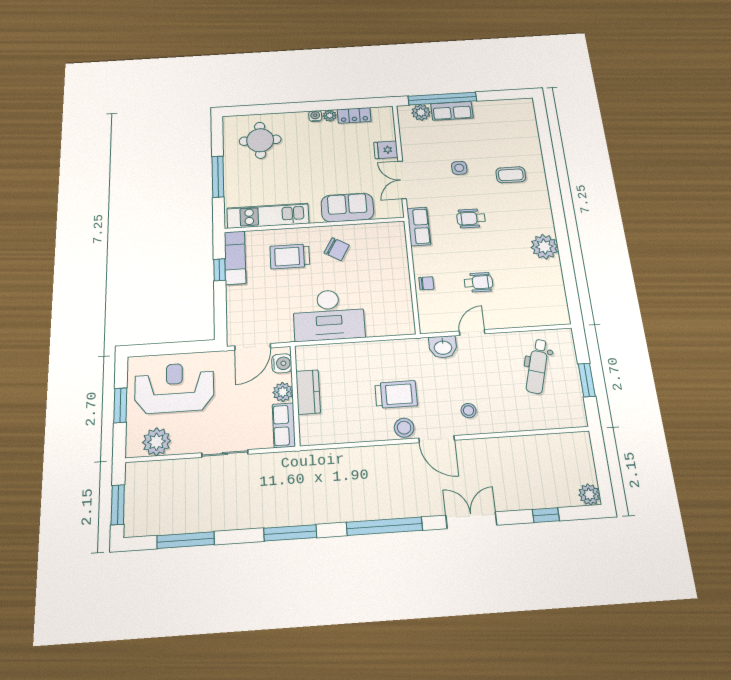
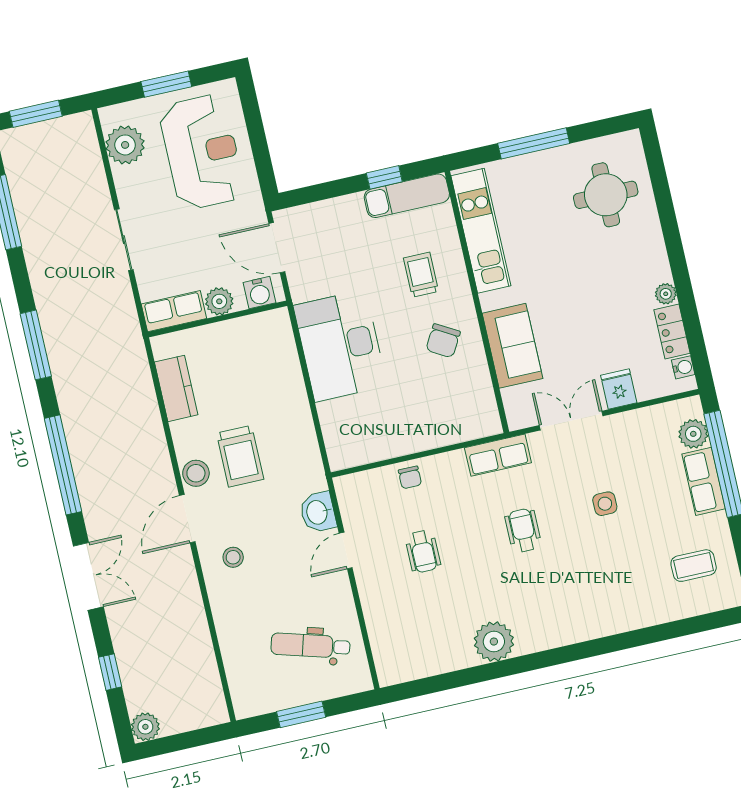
water cooler: (315, 116) -> (683, 367), moved
coffee table: (511, 175) -> (694, 566), moved, turned 90
trolley: (290, 256) -> (421, 275), width x0.73, depth x0.72
door: (472, 332) -> (346, 551), swing flipped
kitchen counter: (308, 392) -> (176, 388), moved, turned -90

